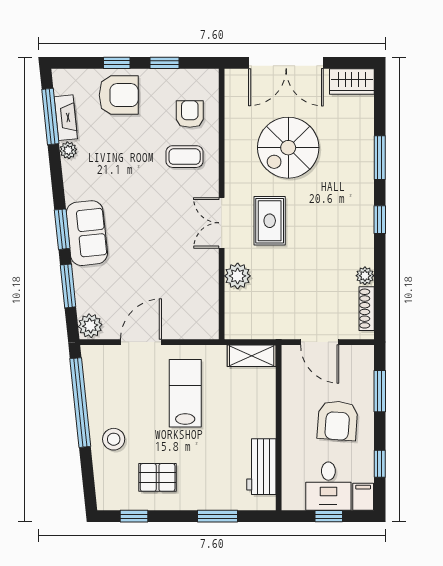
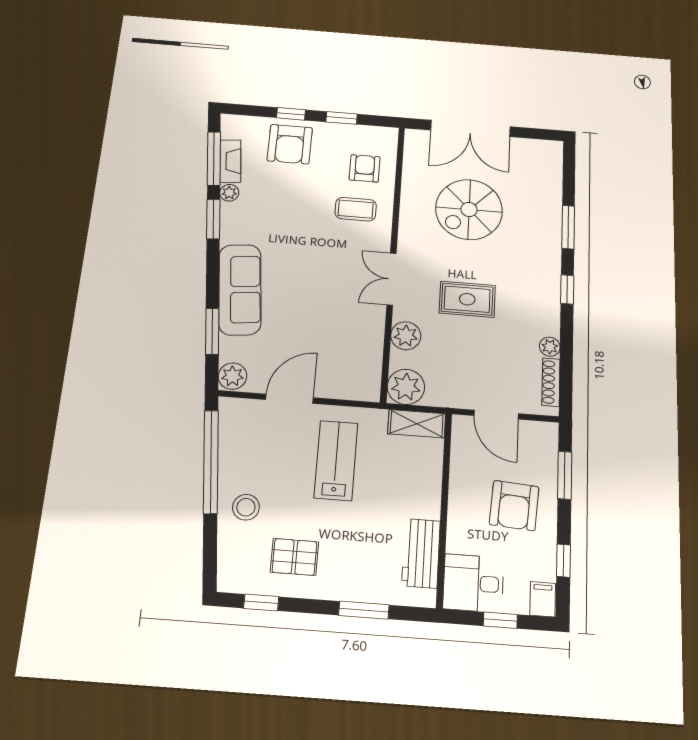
wardrobe: (352, 81) -> (540, 151), removed
armchair: (119, 95) -> (290, 144), turned 90
rug: (270, 221) -> (467, 299), moved, turned 90
window: (62, 229) -> (213, 219), moved
sofa: (87, 233) -> (240, 289), width x1.36
plant: (240, 323) -> (406, 387), added
desk: (328, 486) -> (473, 583), moved, turned 90

